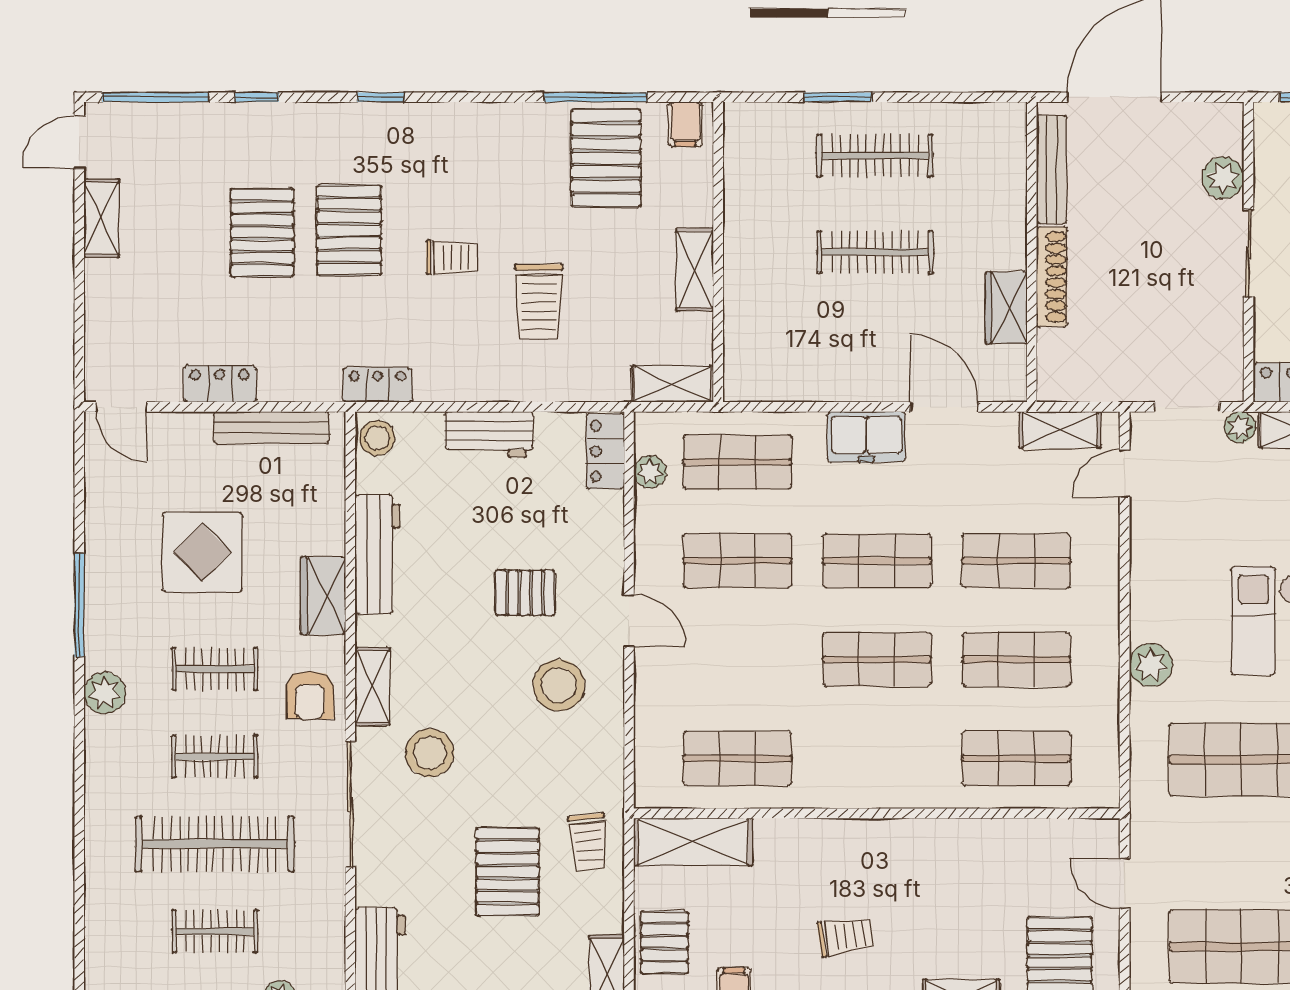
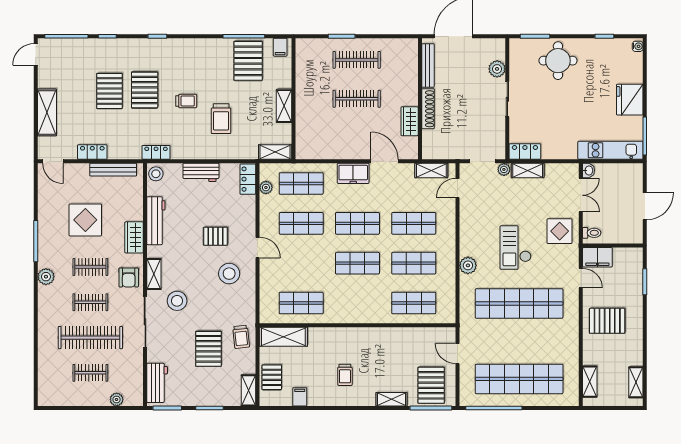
shelving: (101, 218) -> (47, 112), moved, width x1.50, depth x1.33
trolley: (846, 936) -> (345, 375), turned 98

